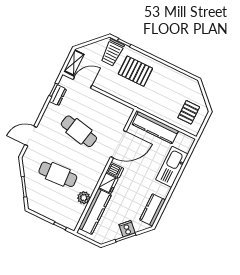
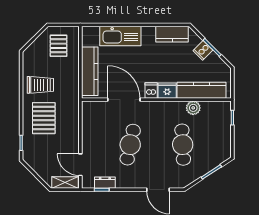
trolley: (112, 53) -> (40, 85), moved
pallet: (189, 112) -> (59, 46), turned 90

